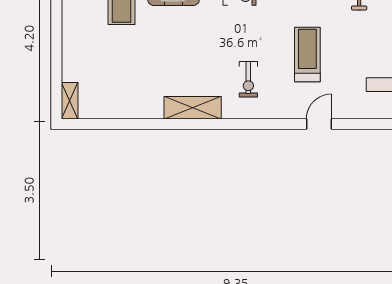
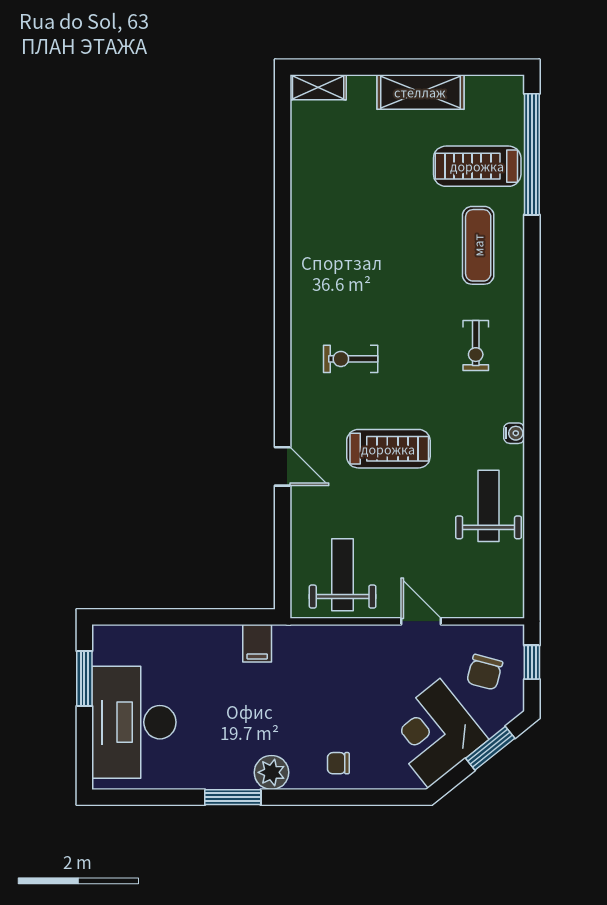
shelving: (193, 108) -> (420, 92), moved, turned 90

